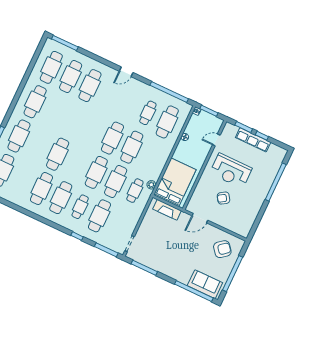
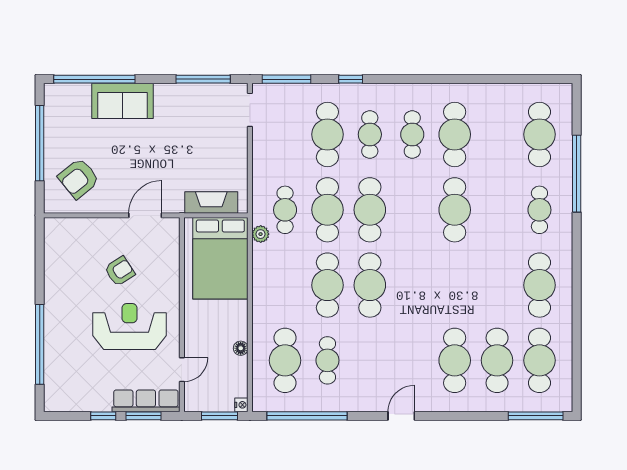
cafe table: (19, 136) -> (539, 210), width x0.73, depth x0.74
row of seats: (253, 140) -> (146, 401), moved
cafe table: (61, 198) -> (412, 134), width x0.73, depth x0.74
sofa: (205, 284) -> (122, 101), moved

